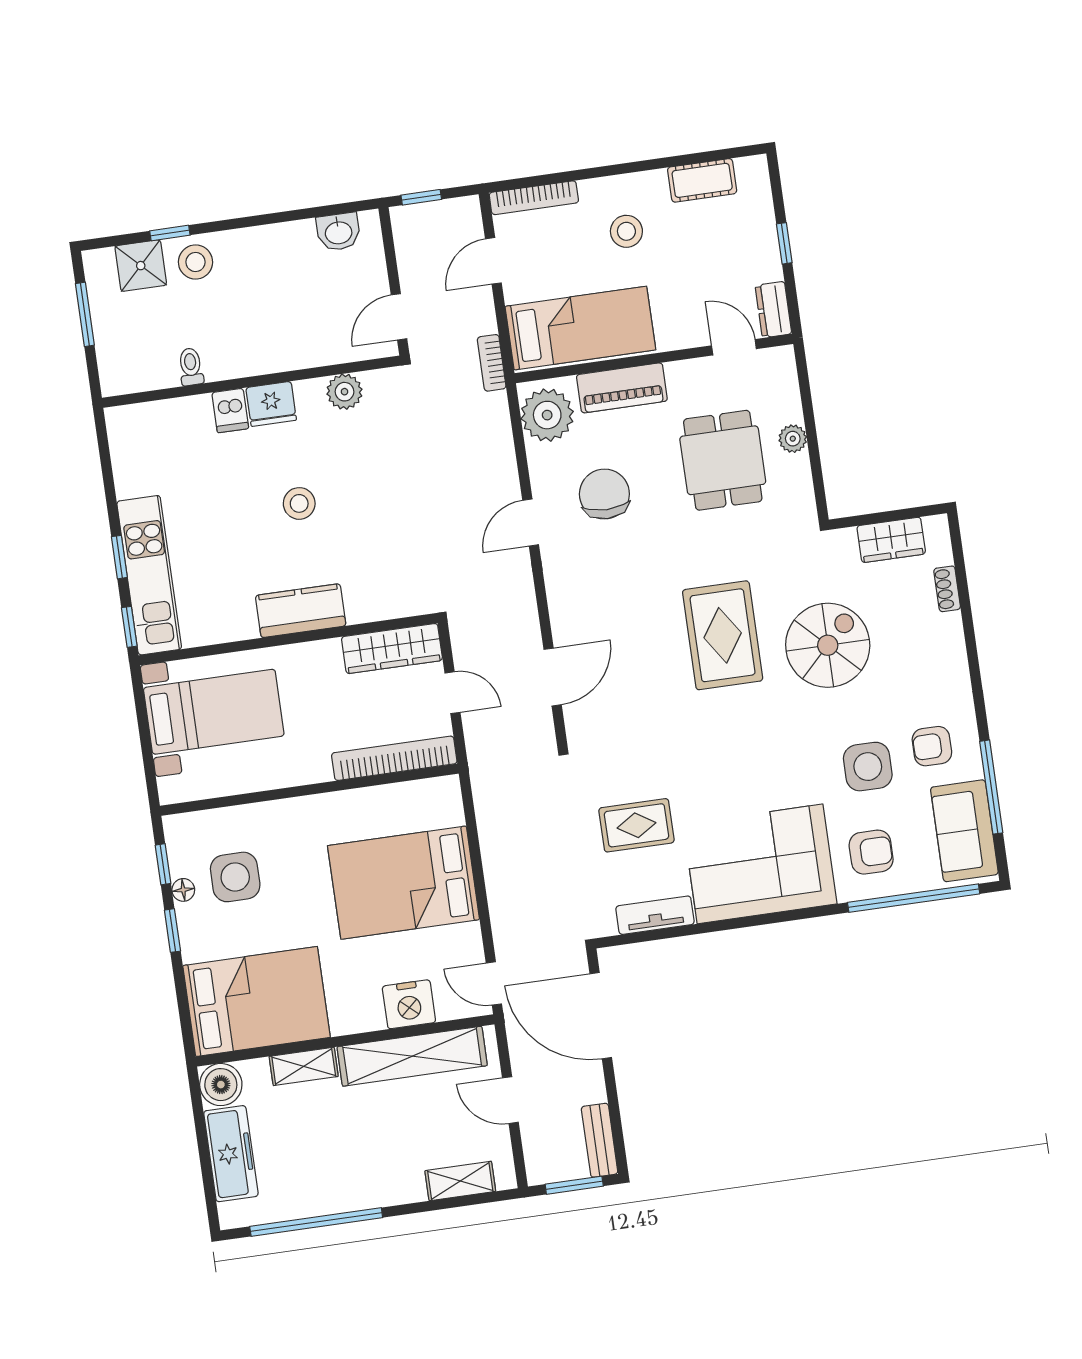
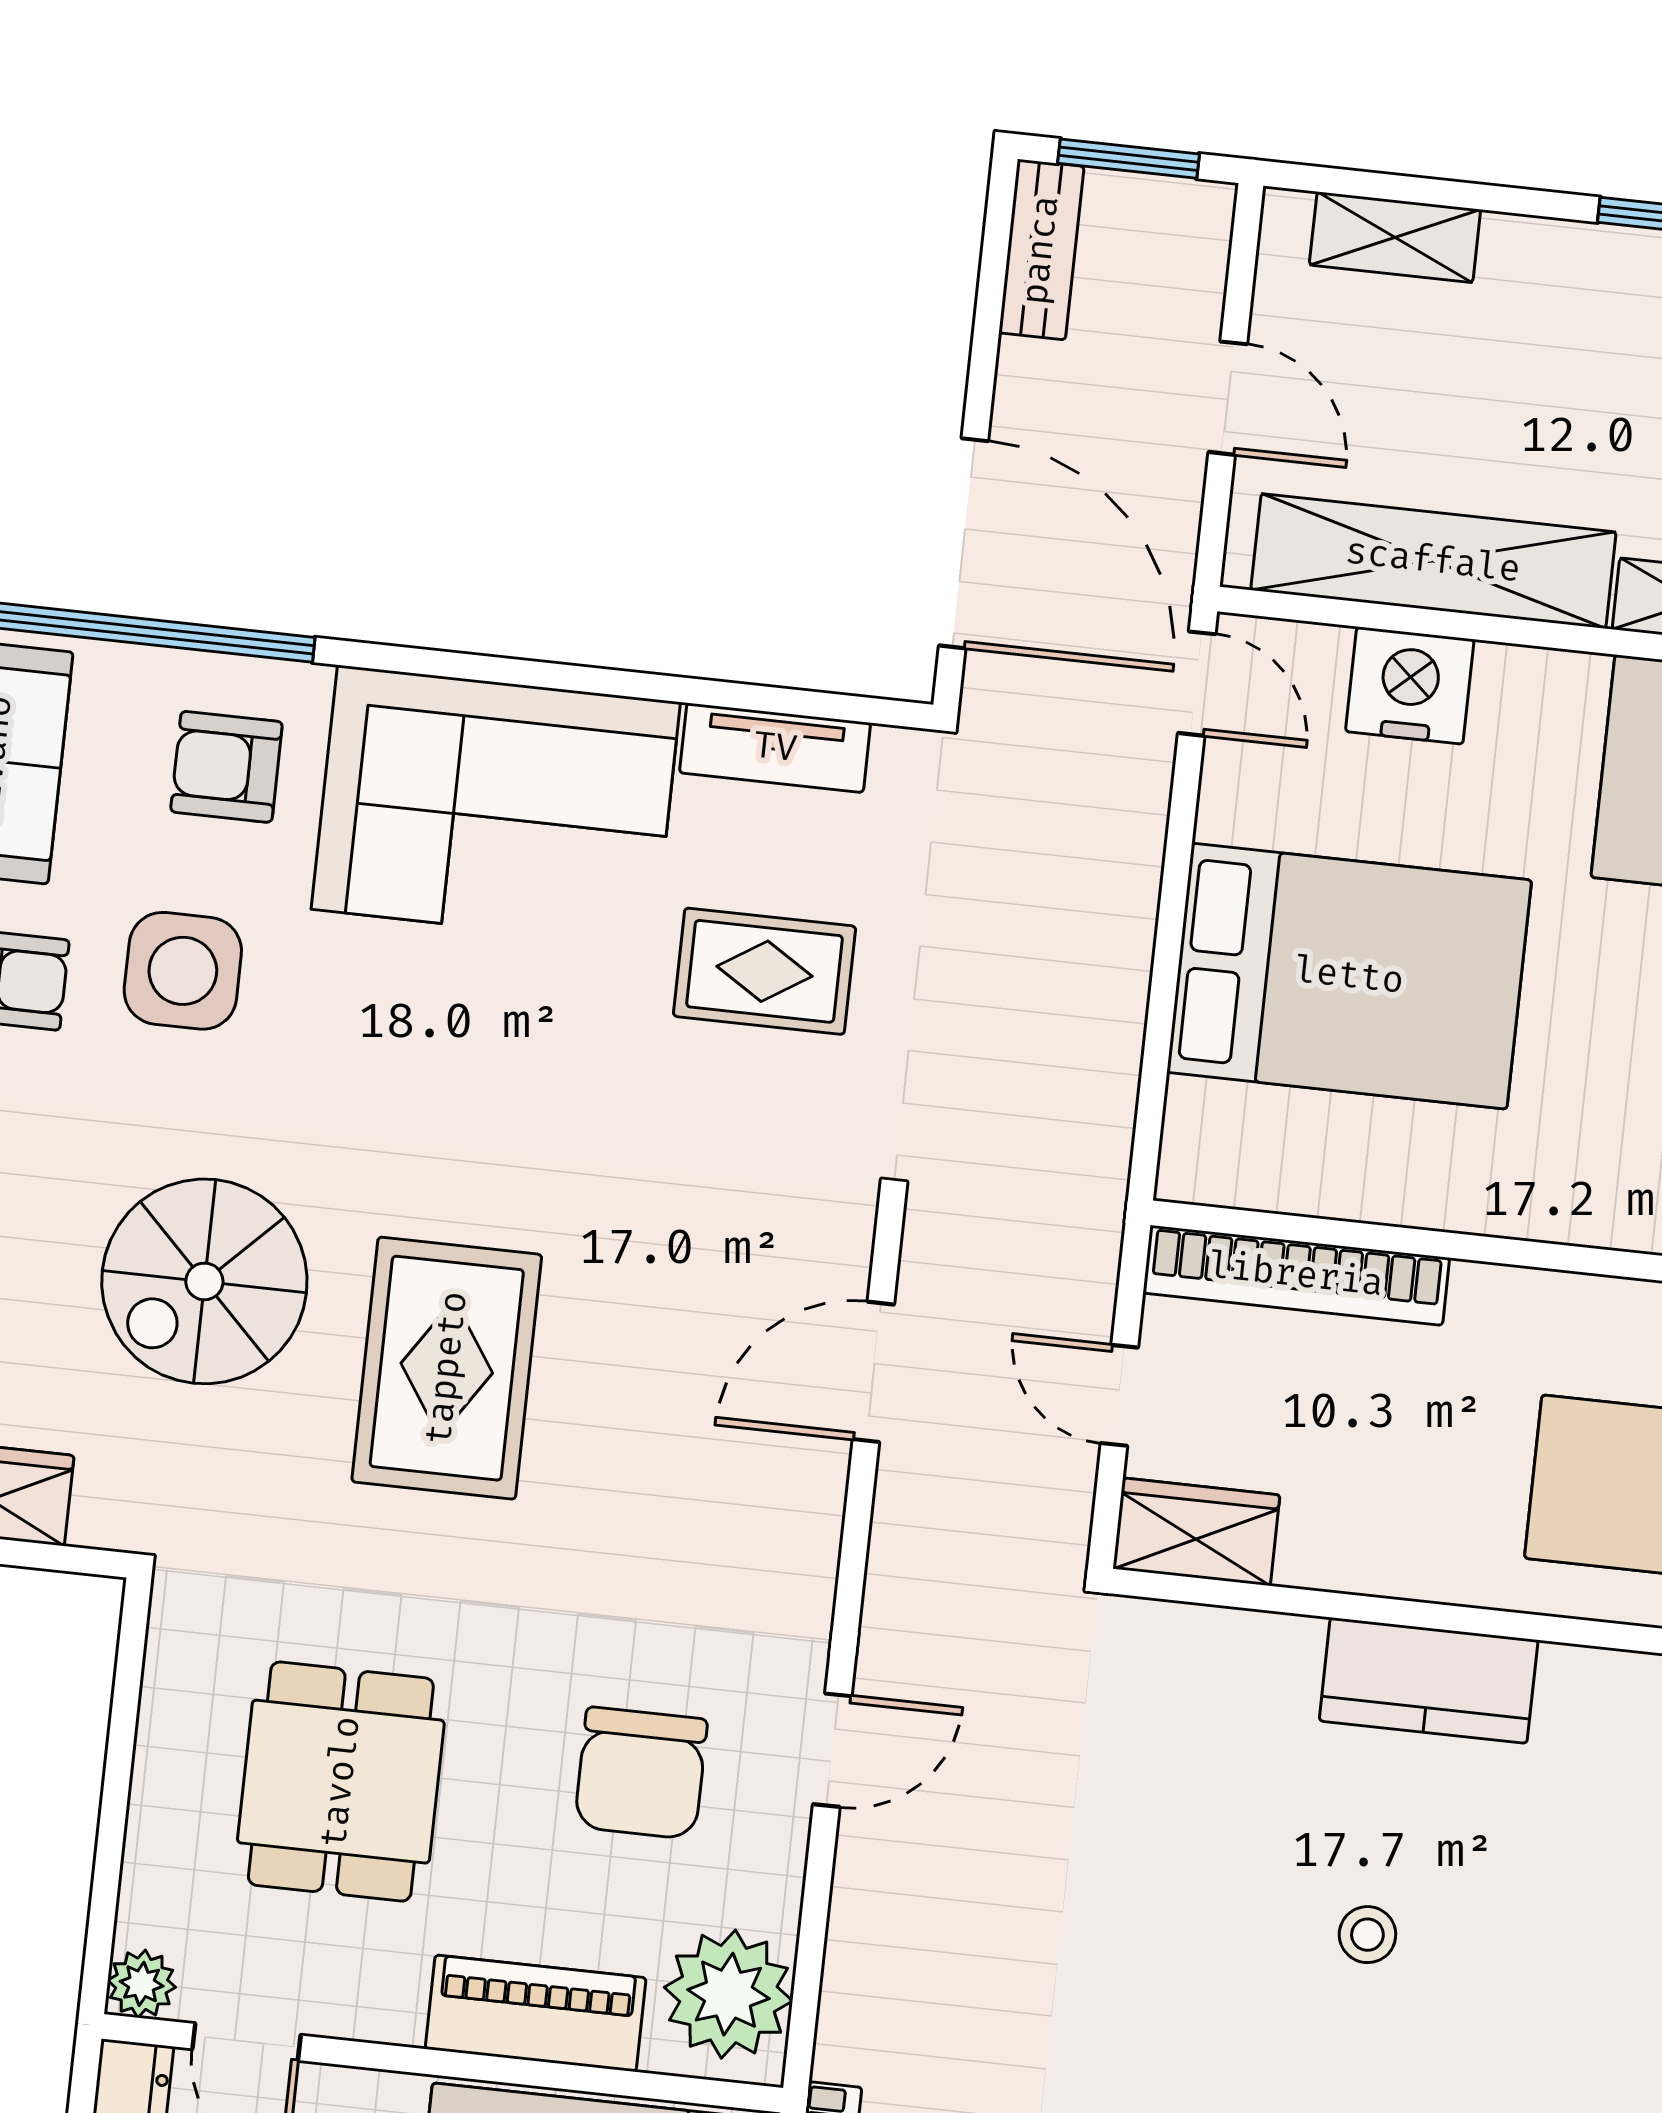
plant: (793, 439) -> (142, 1984), moved
stool: (299, 503) -> (1367, 1935), width x0.73, depth x0.73
wardrobe: (392, 649) -> (1196, 1532), width x0.67

